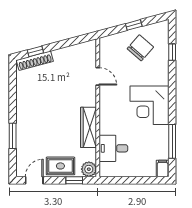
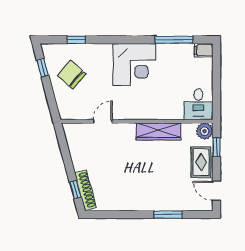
window: (134, 25) -> (43, 68), moved
desk: (113, 148) -> (198, 104), moved

